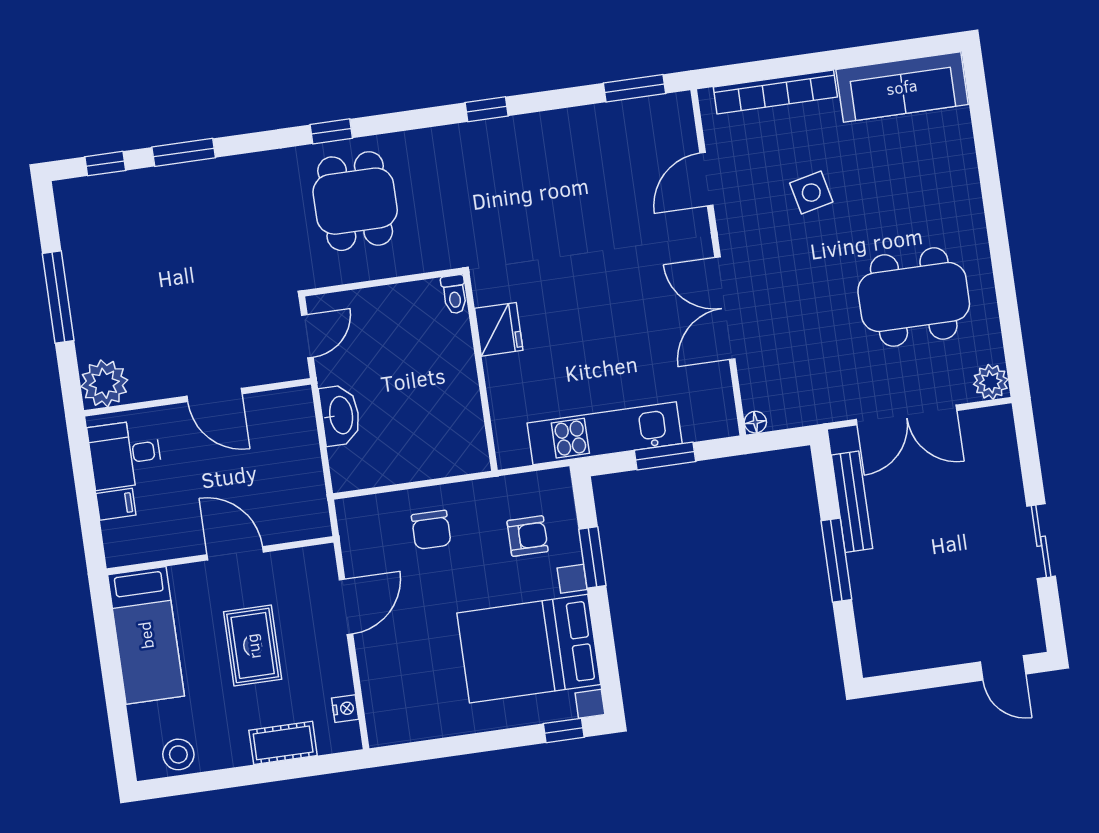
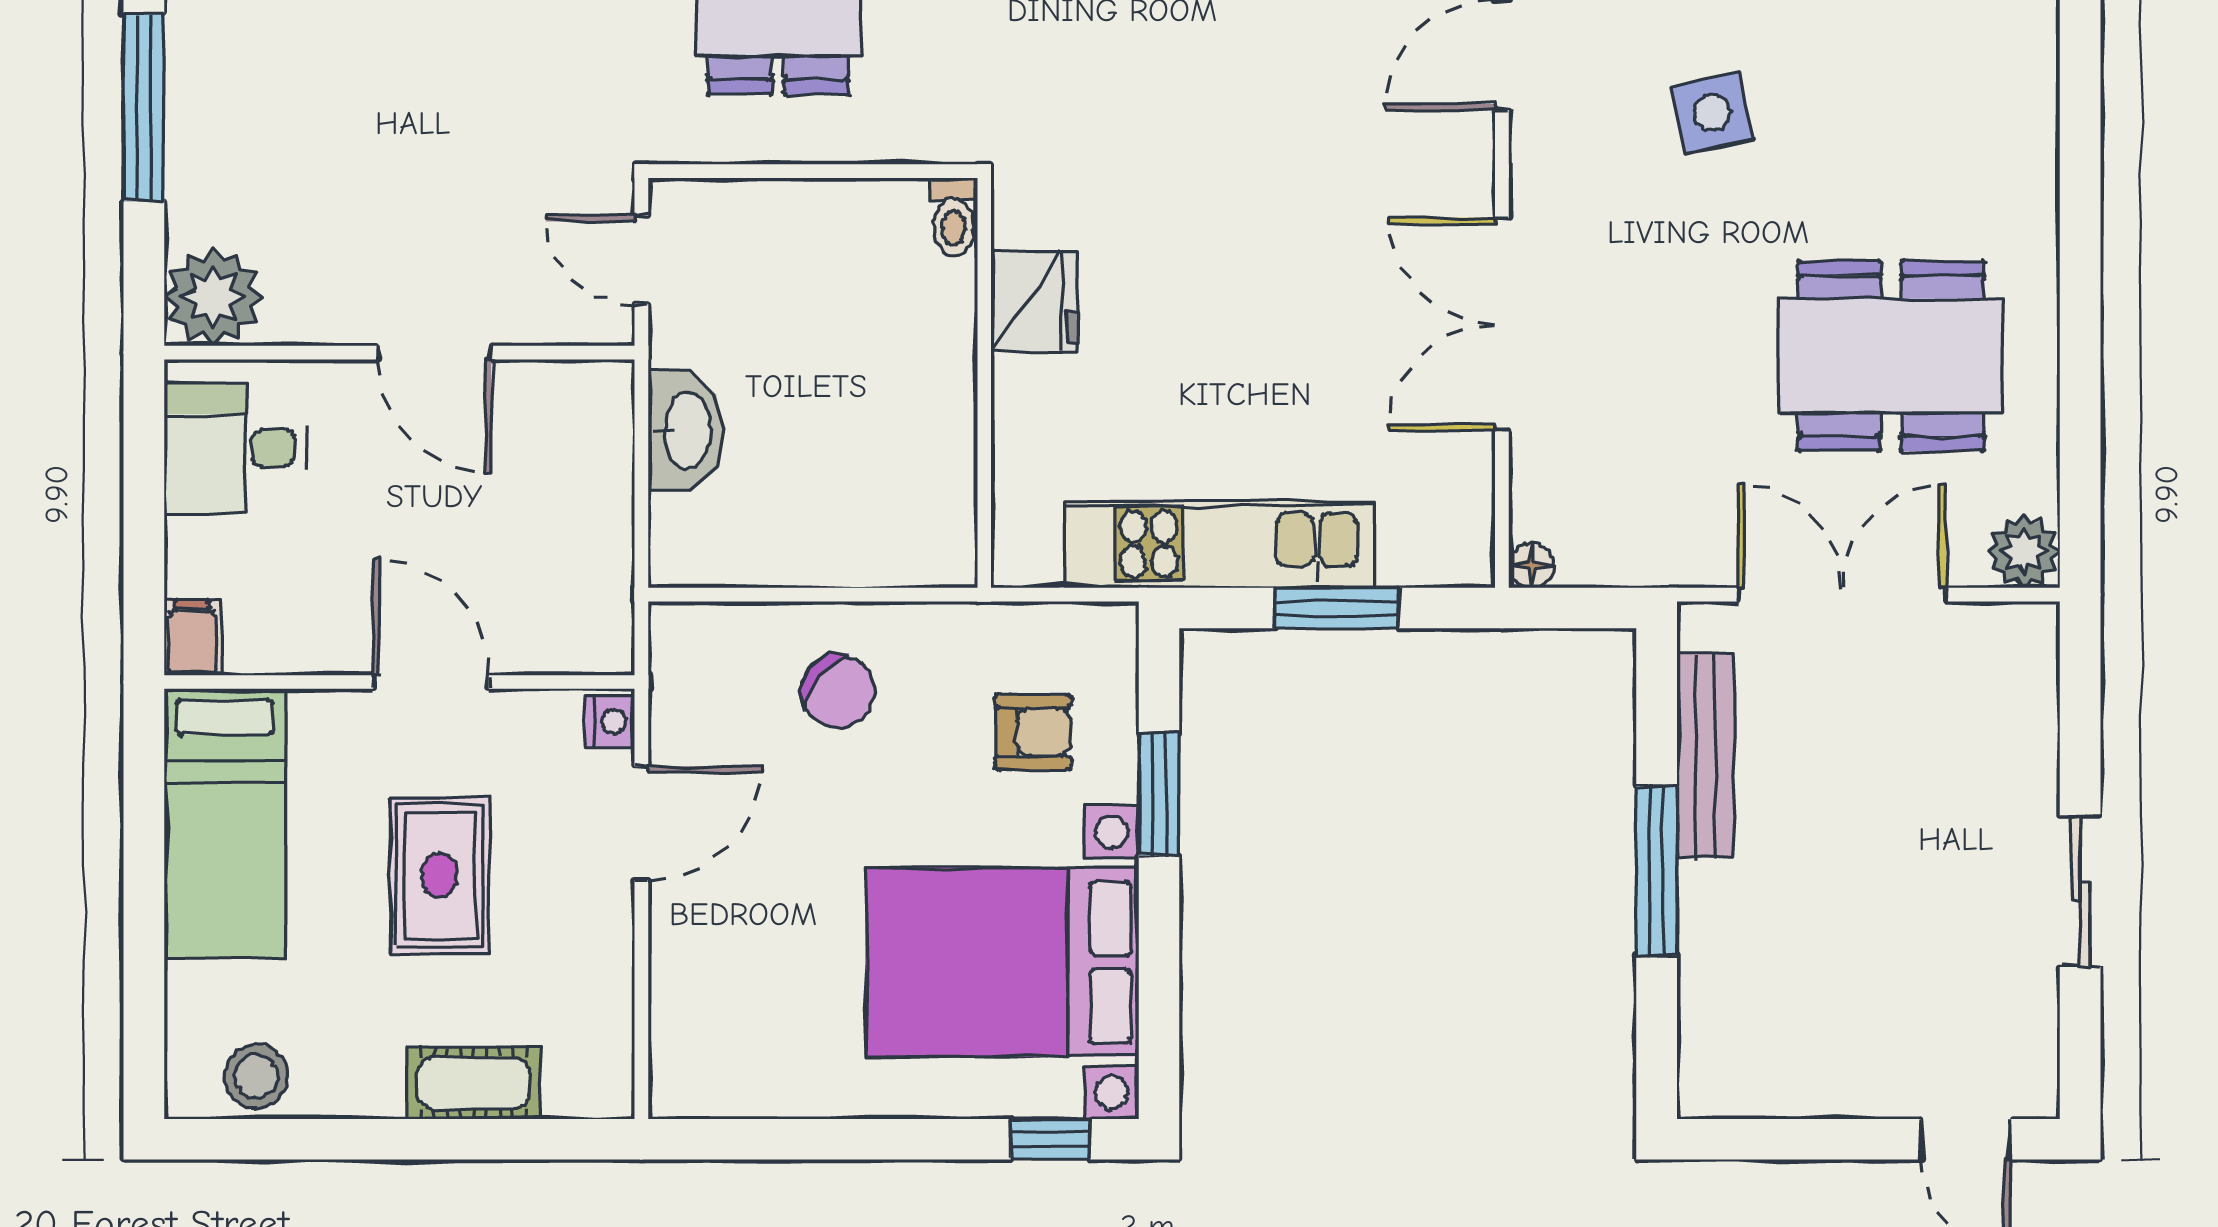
door: (307, 336) -> (641, 260), swing flipped
double door: (906, 415) -> (1842, 595), swing flipped
filing cabinet: (116, 504) -> (192, 638), moved, turned -90
chair: (431, 530) -> (838, 691), turned -51
nightstand: (345, 709) -> (610, 721), moved

